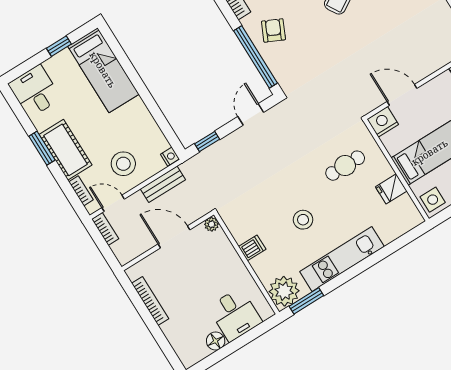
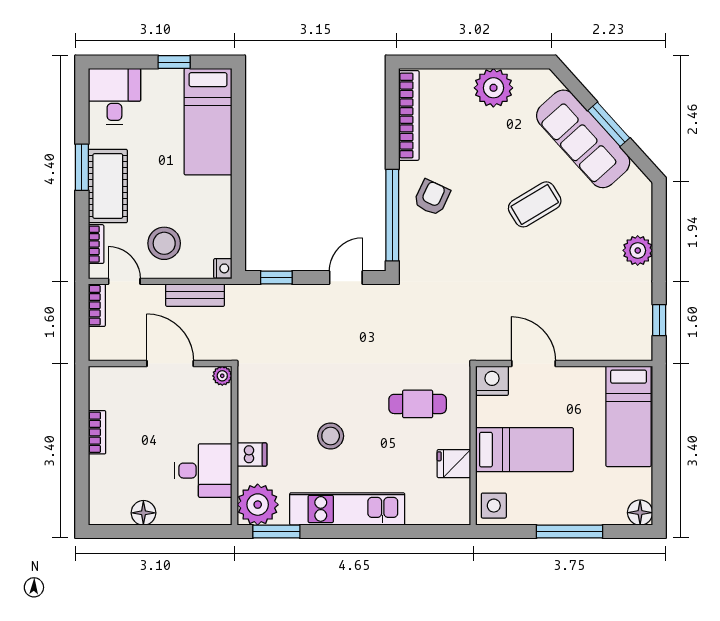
dishwasher: (252, 248) -> (252, 454), moved
bookcase: (150, 301) -> (97, 432), width x0.64
desk: (235, 315) -> (203, 471), moved, turned -90

